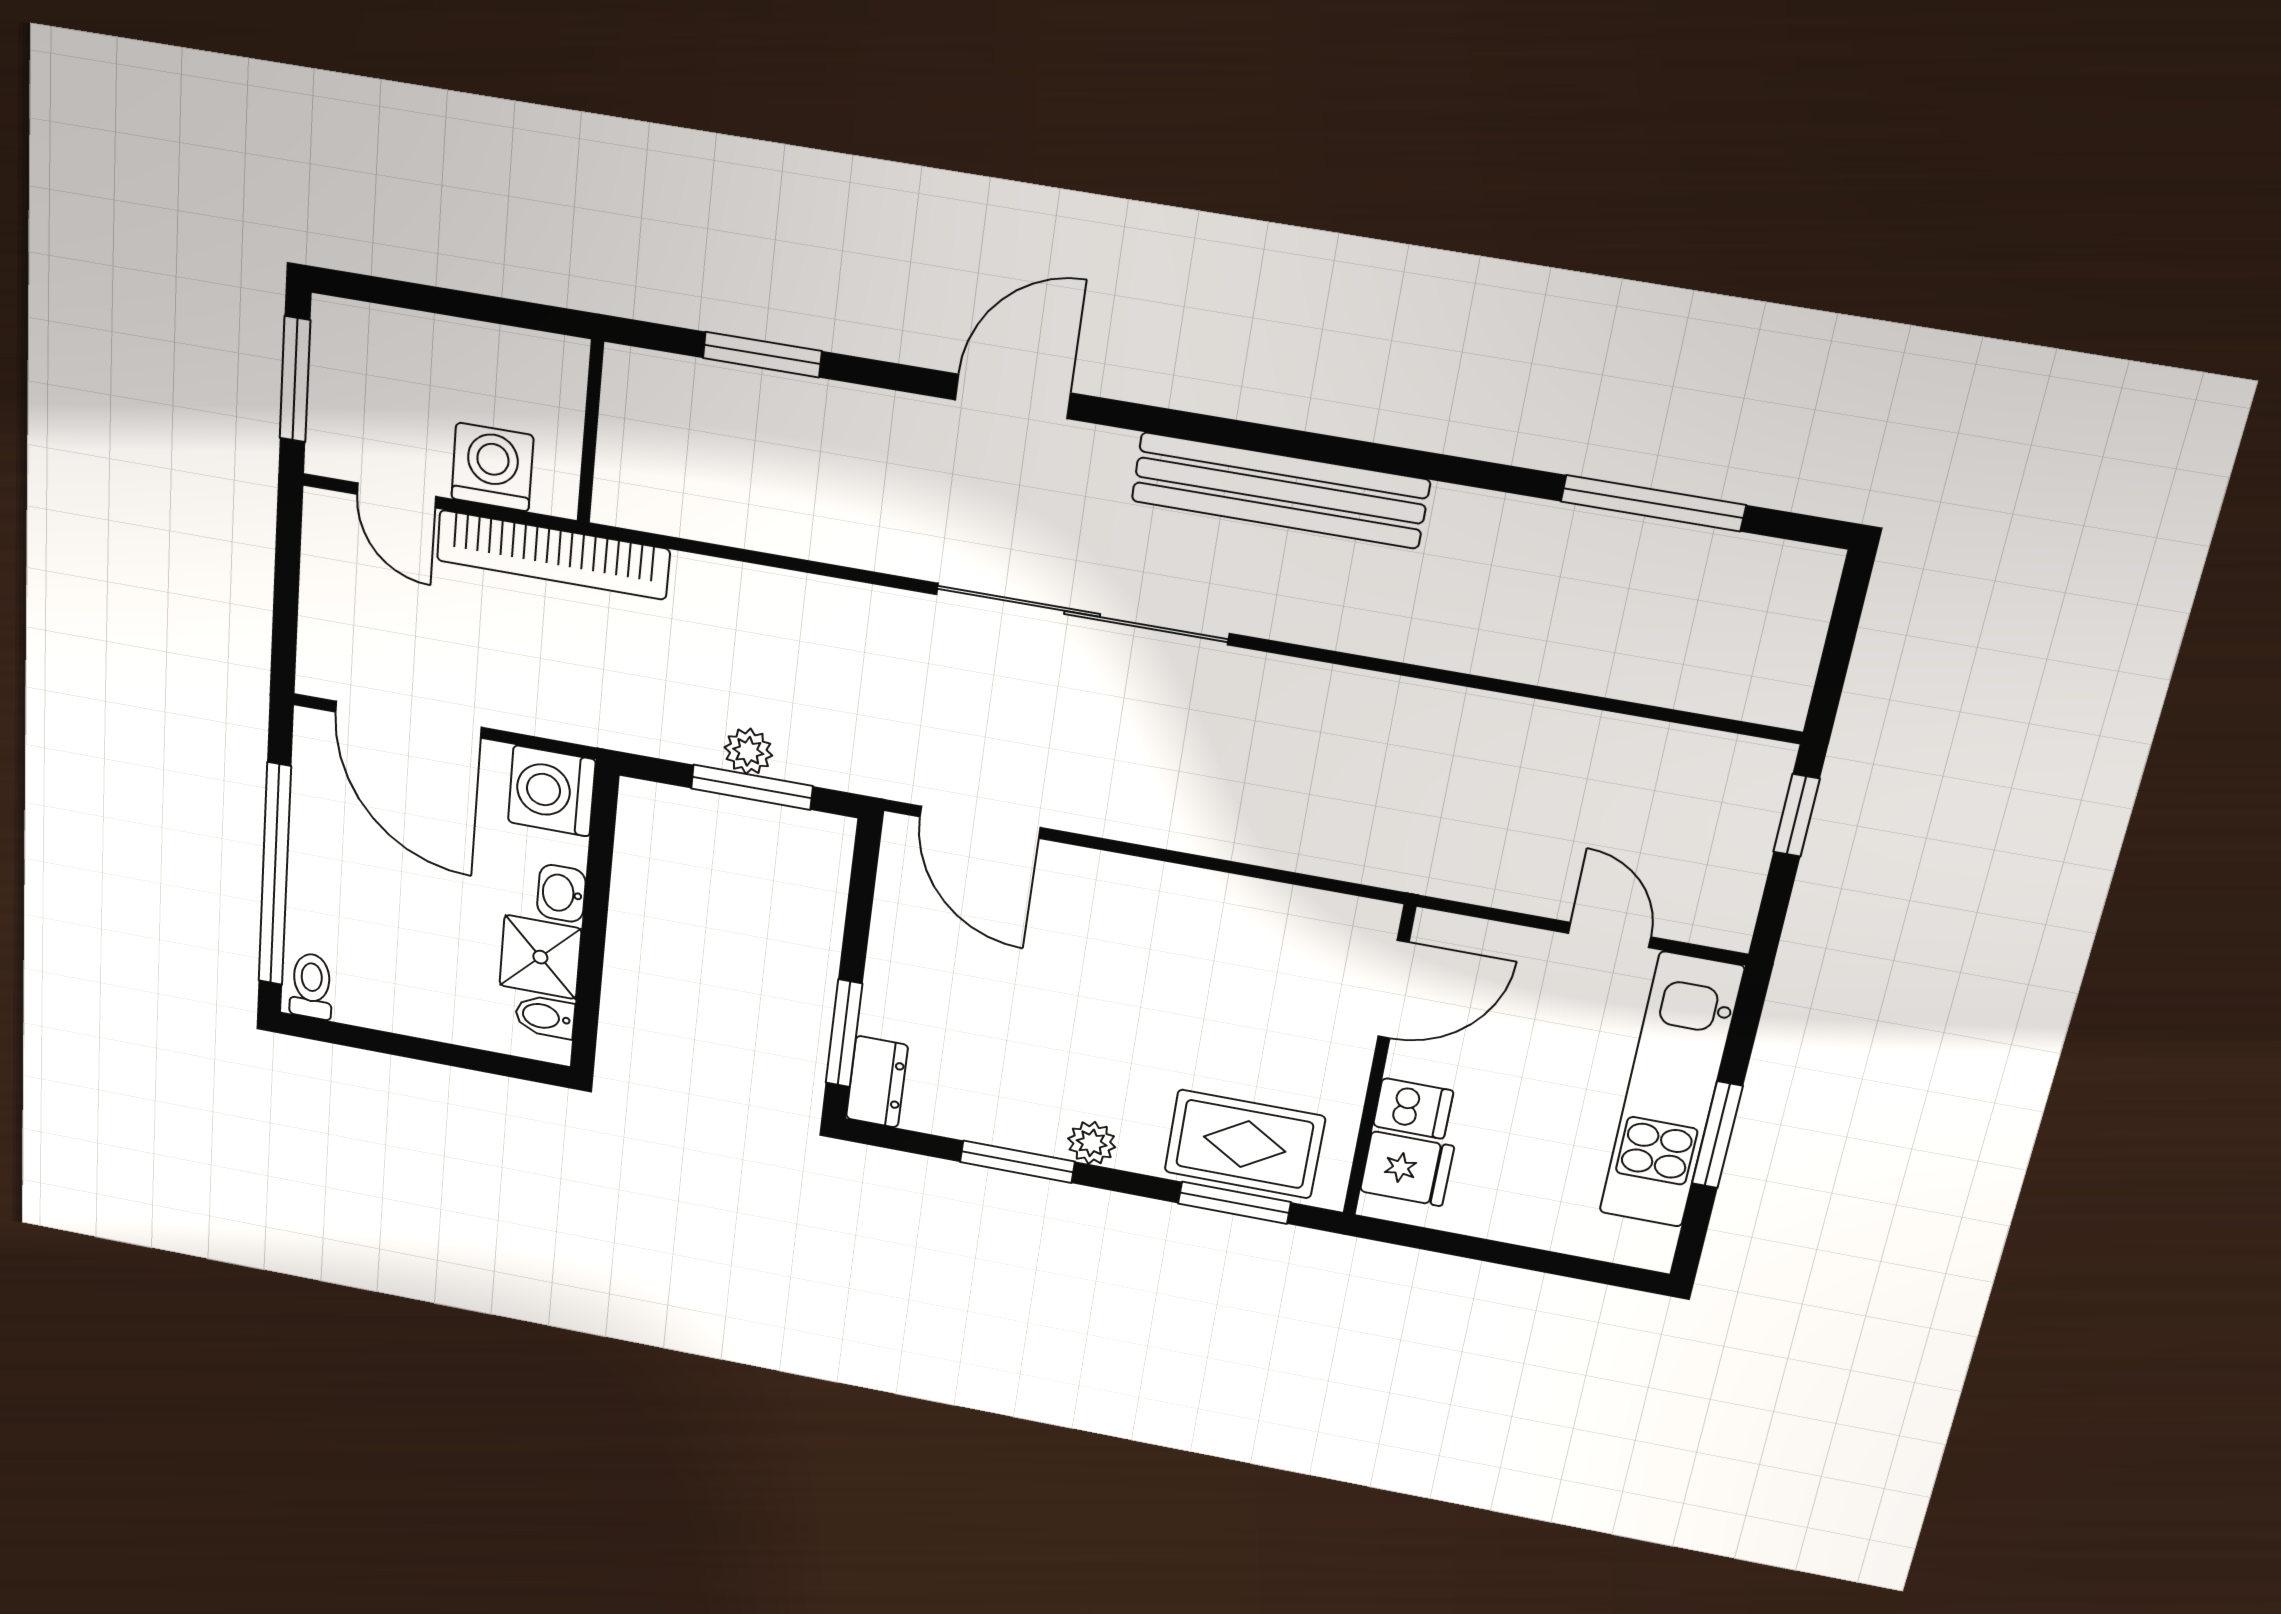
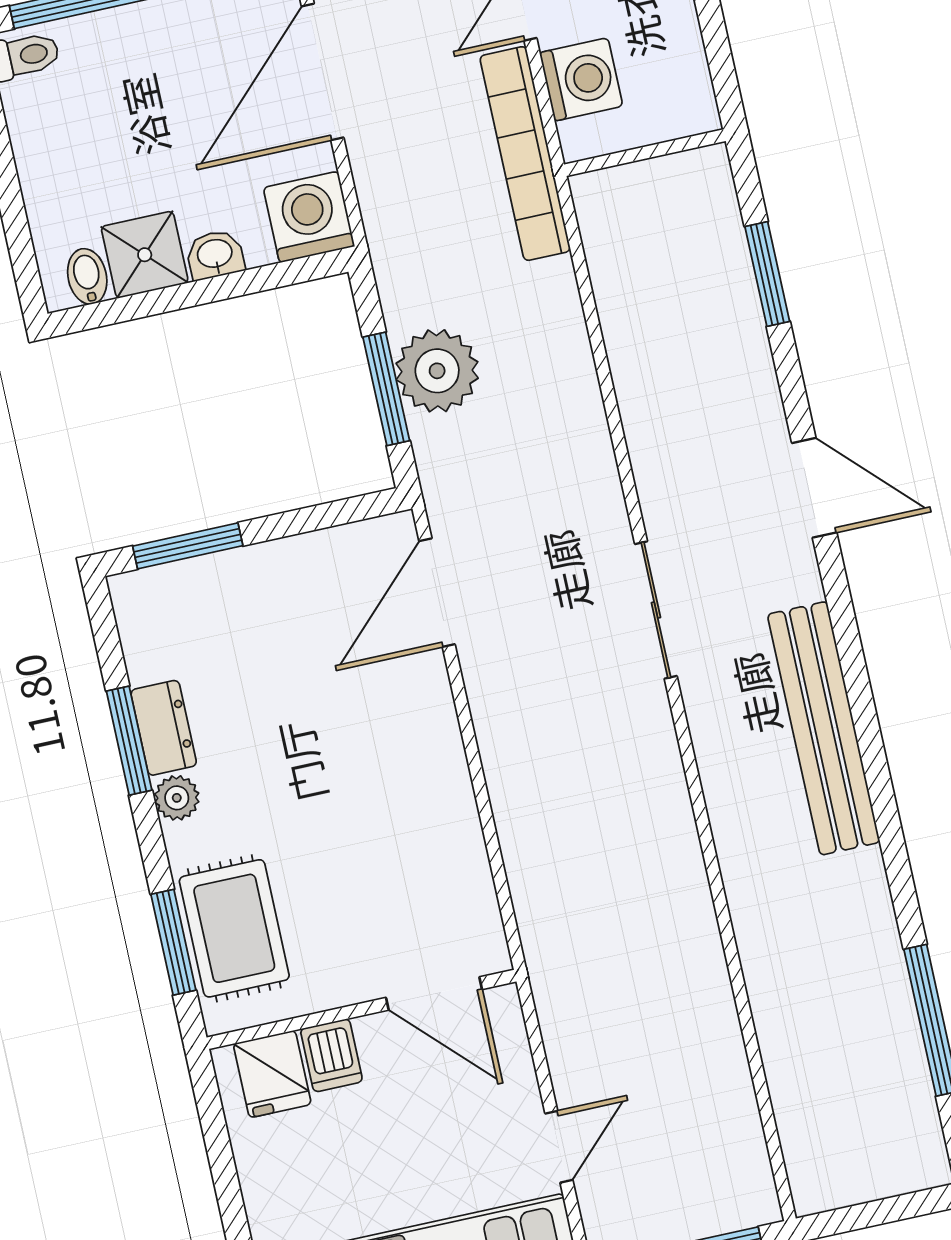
sliding door: (1082, 614) -> (656, 610), width x0.54
plant: (748, 751) -> (437, 371), width x1.87, depth x1.87
dresser: (877, 1082) -> (164, 728), moved, turned -90

